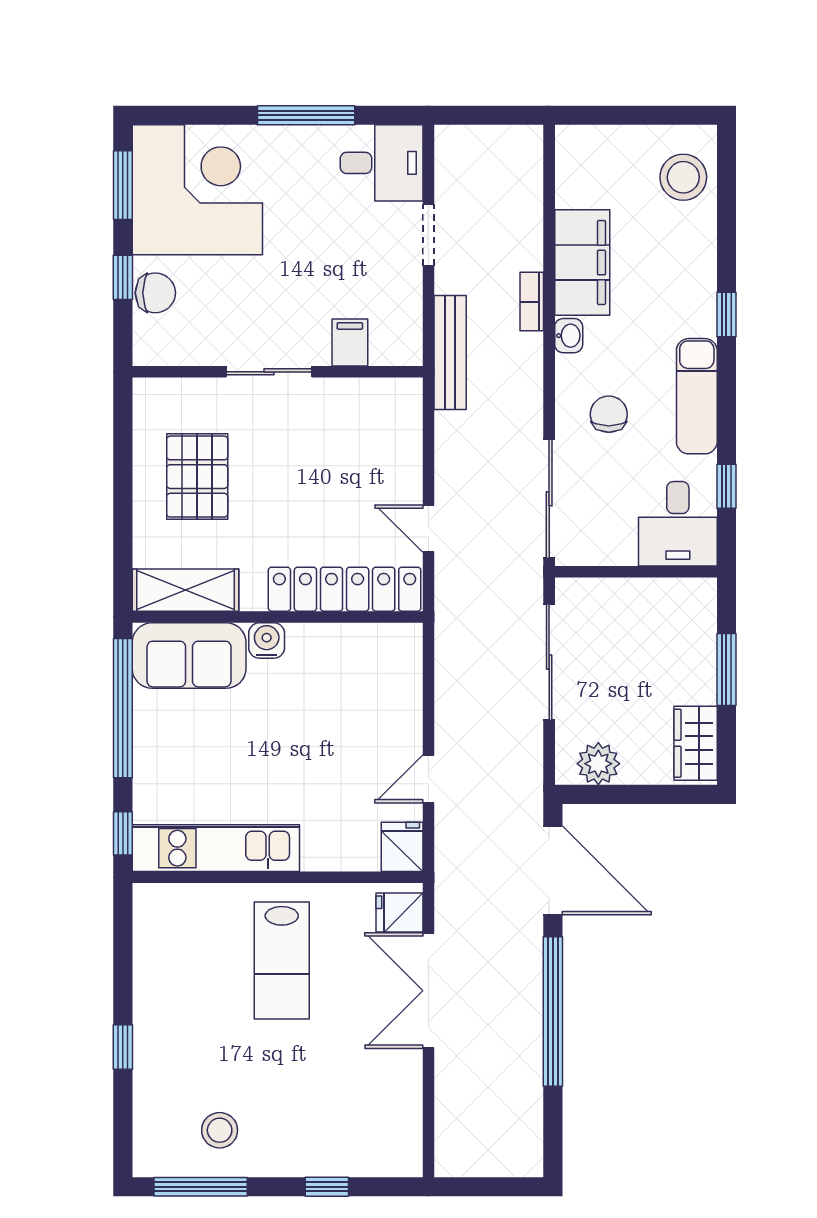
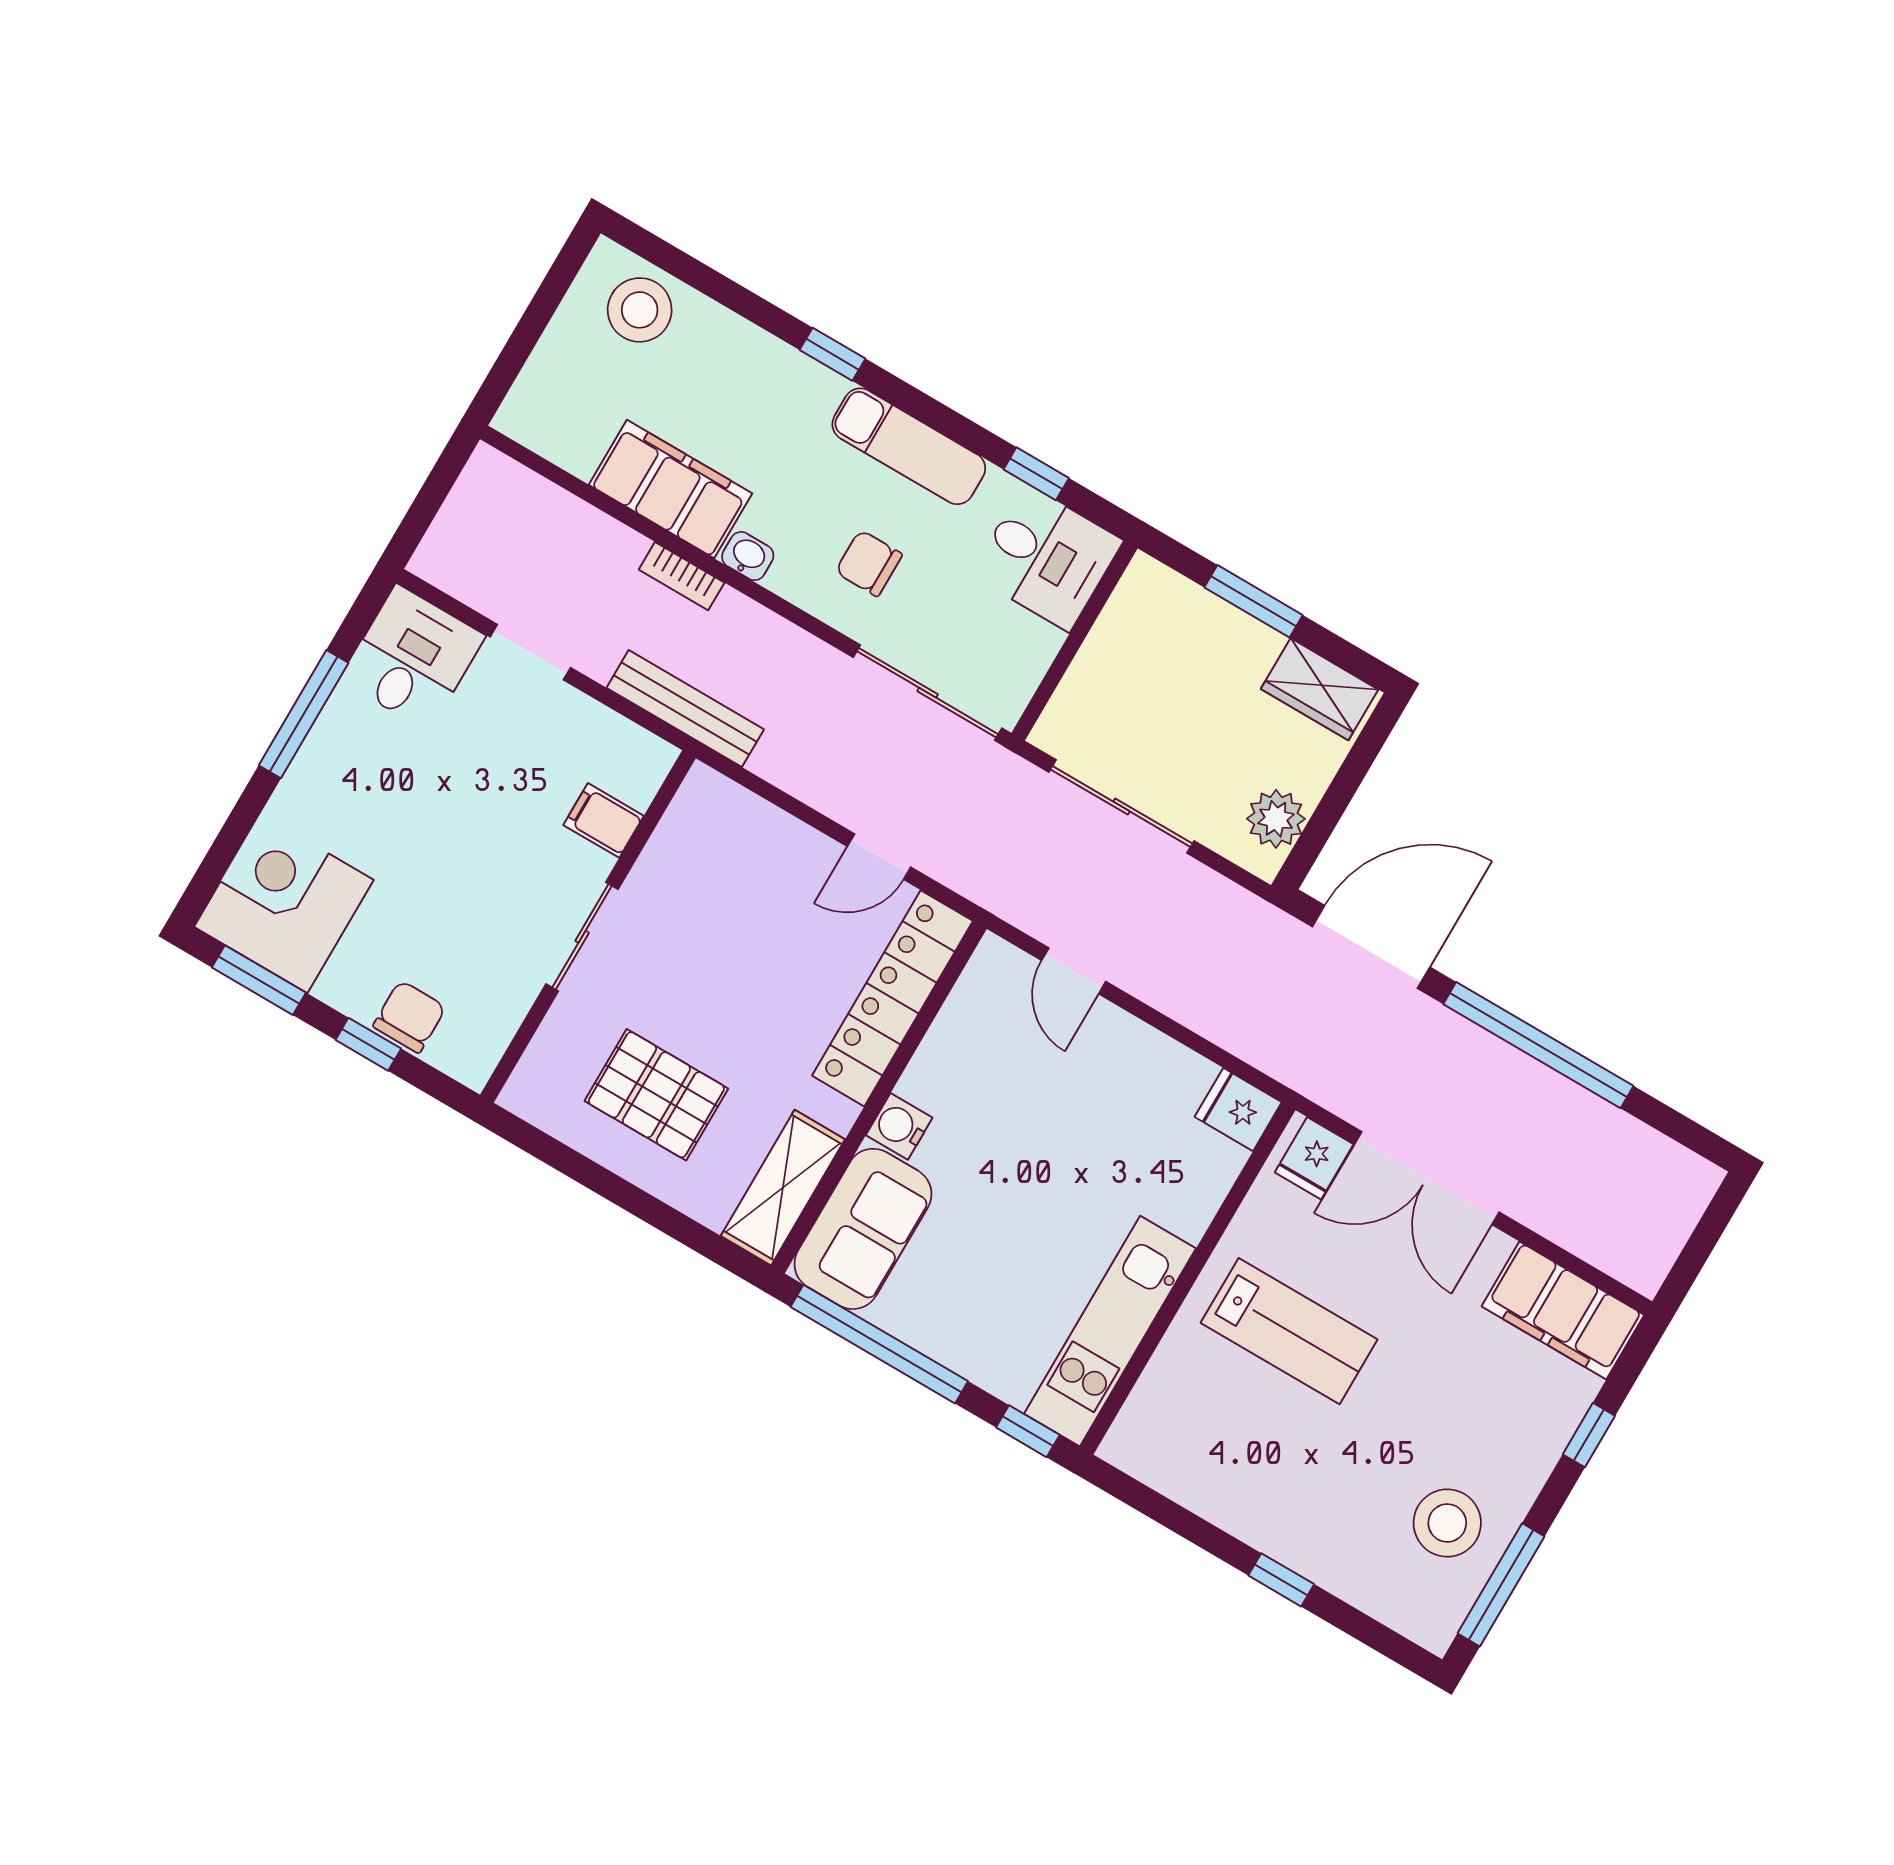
corner desk: (197, 190) -> (284, 903), width x0.74, depth x0.74
door: (428, 779) -> (1074, 971), moved
filing cabinet: (395, 1125) -> (1563, 1311), added
stool: (220, 1130) -> (1447, 1523), width x1.38, depth x1.38

